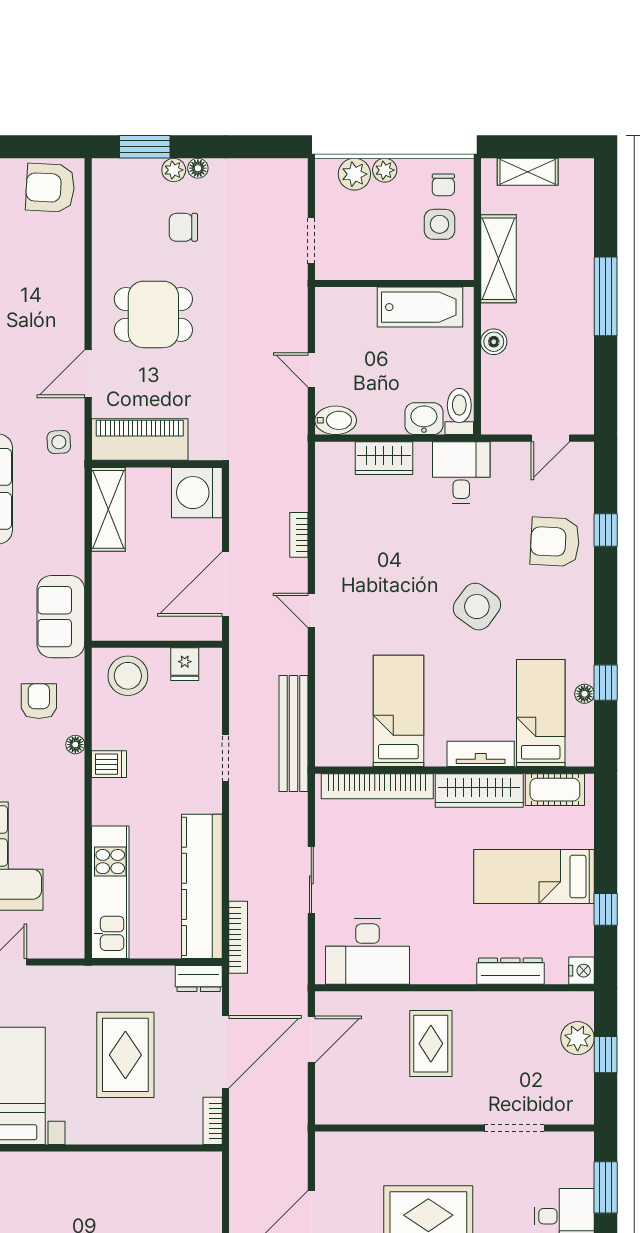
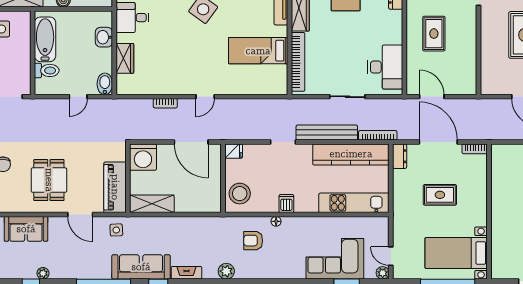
toilet: (459, 411) -> (47, 70), moved, turned 180
sofa: (61, 617) -> (26, 229), moved
fridge: (185, 664) -> (234, 151), moved
bench: (293, 733) -> (327, 133), moved
rug: (431, 1044) -> (434, 34), turned 90
rug: (125, 1055) -> (440, 195), width x0.73, depth x0.70

